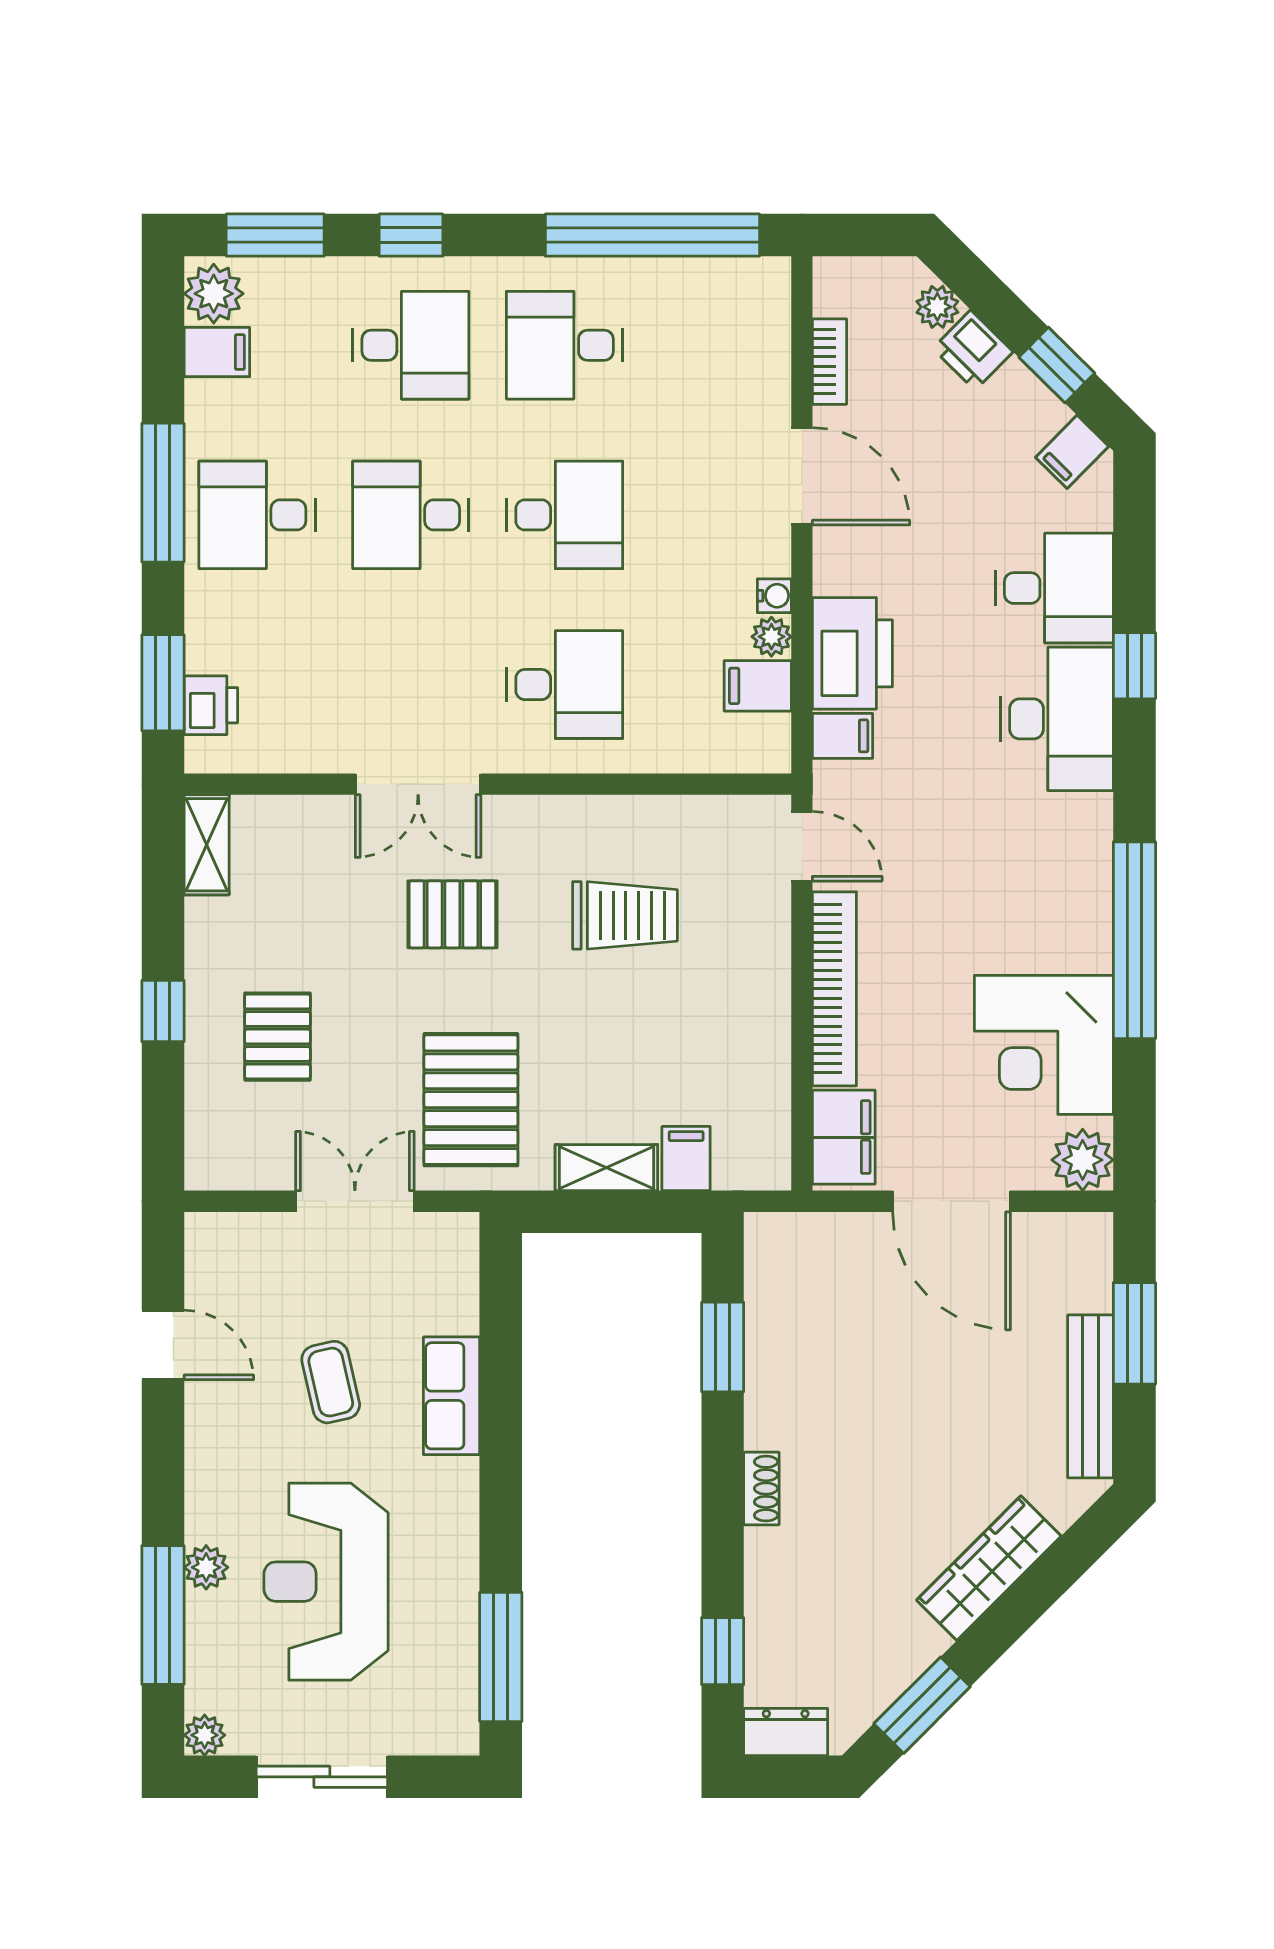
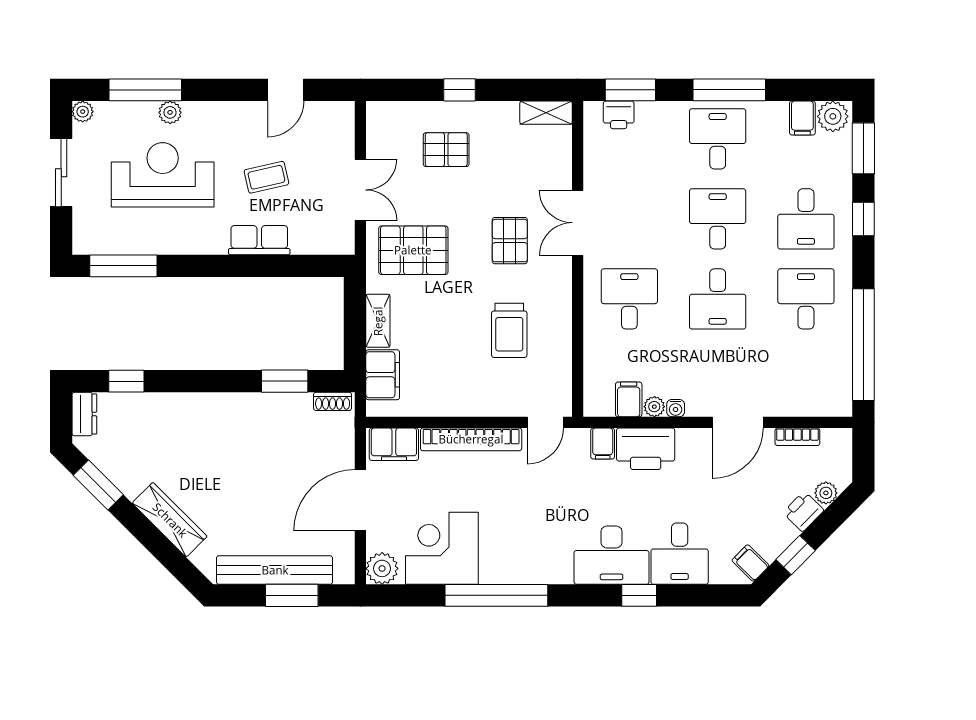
desk: (565, 685) -> (629, 299), turned 180
filing cabinet: (686, 1159) -> (383, 375), width x2.00
bench: (1091, 1396) -> (275, 570), width x1.37, depth x1.21
shoe rack: (761, 1489) -> (333, 401), moved

